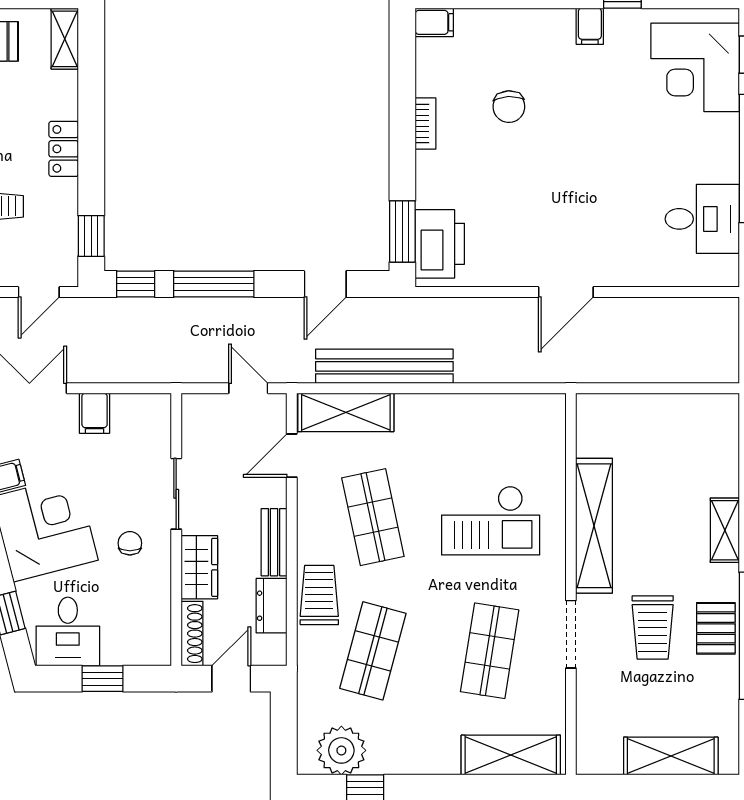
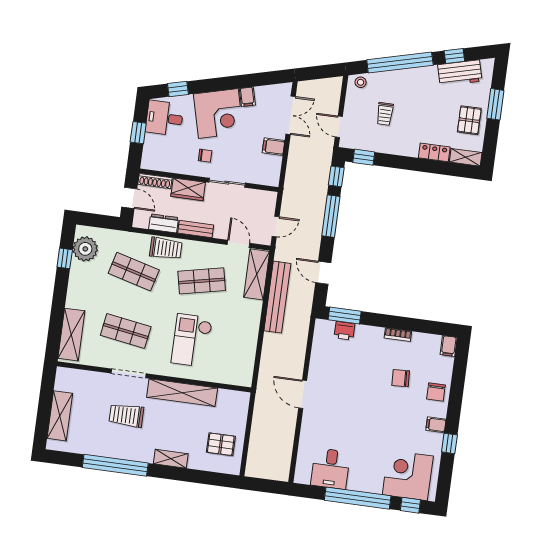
chair: (526, 35) -> (436, 392), added
locker: (64, 149) -> (434, 152), moved
printer: (440, 244) -> (344, 331), width x0.53, depth x0.68
pallet: (716, 628) -> (221, 444), moved

